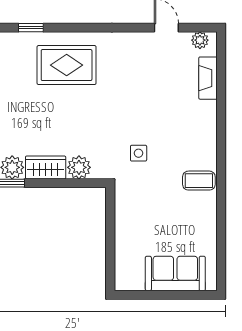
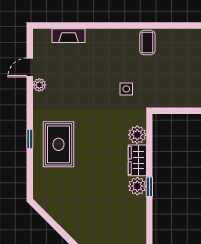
window: (31, 28) -> (30, 139), moved
plant: (200, 40) -> (39, 85), moved

